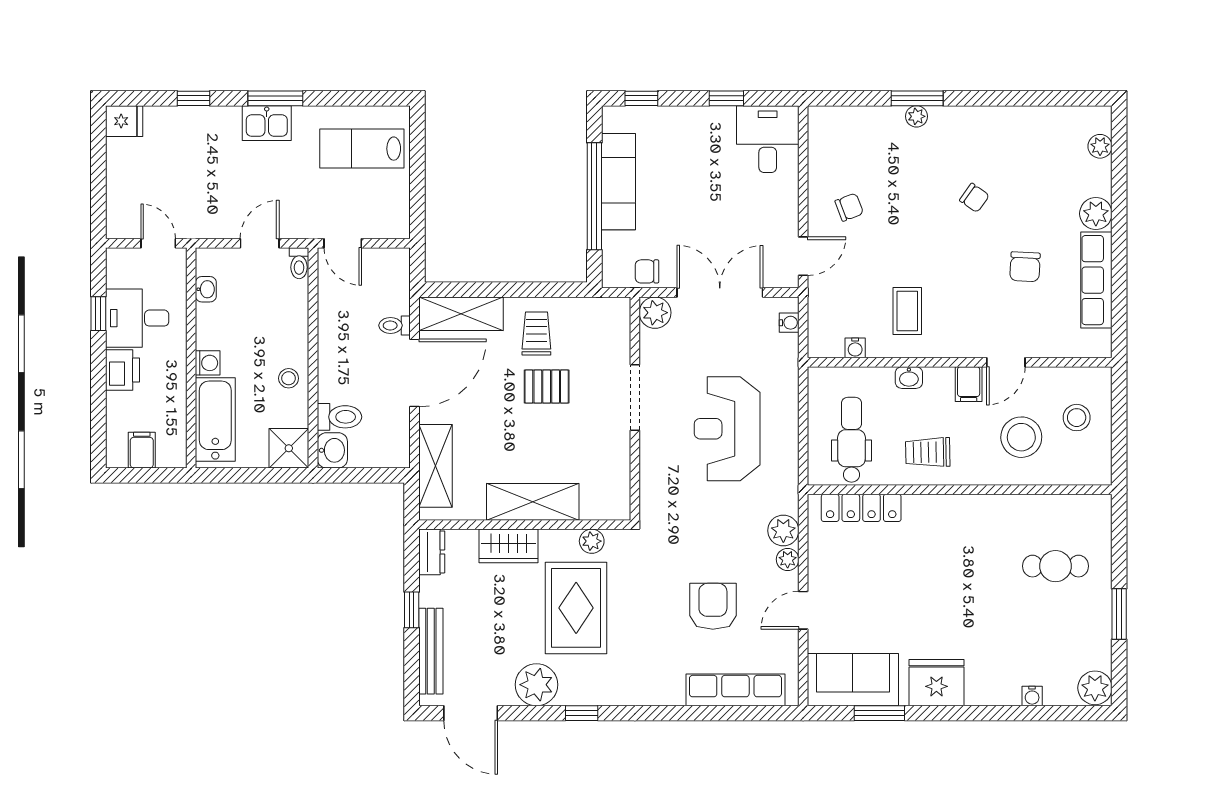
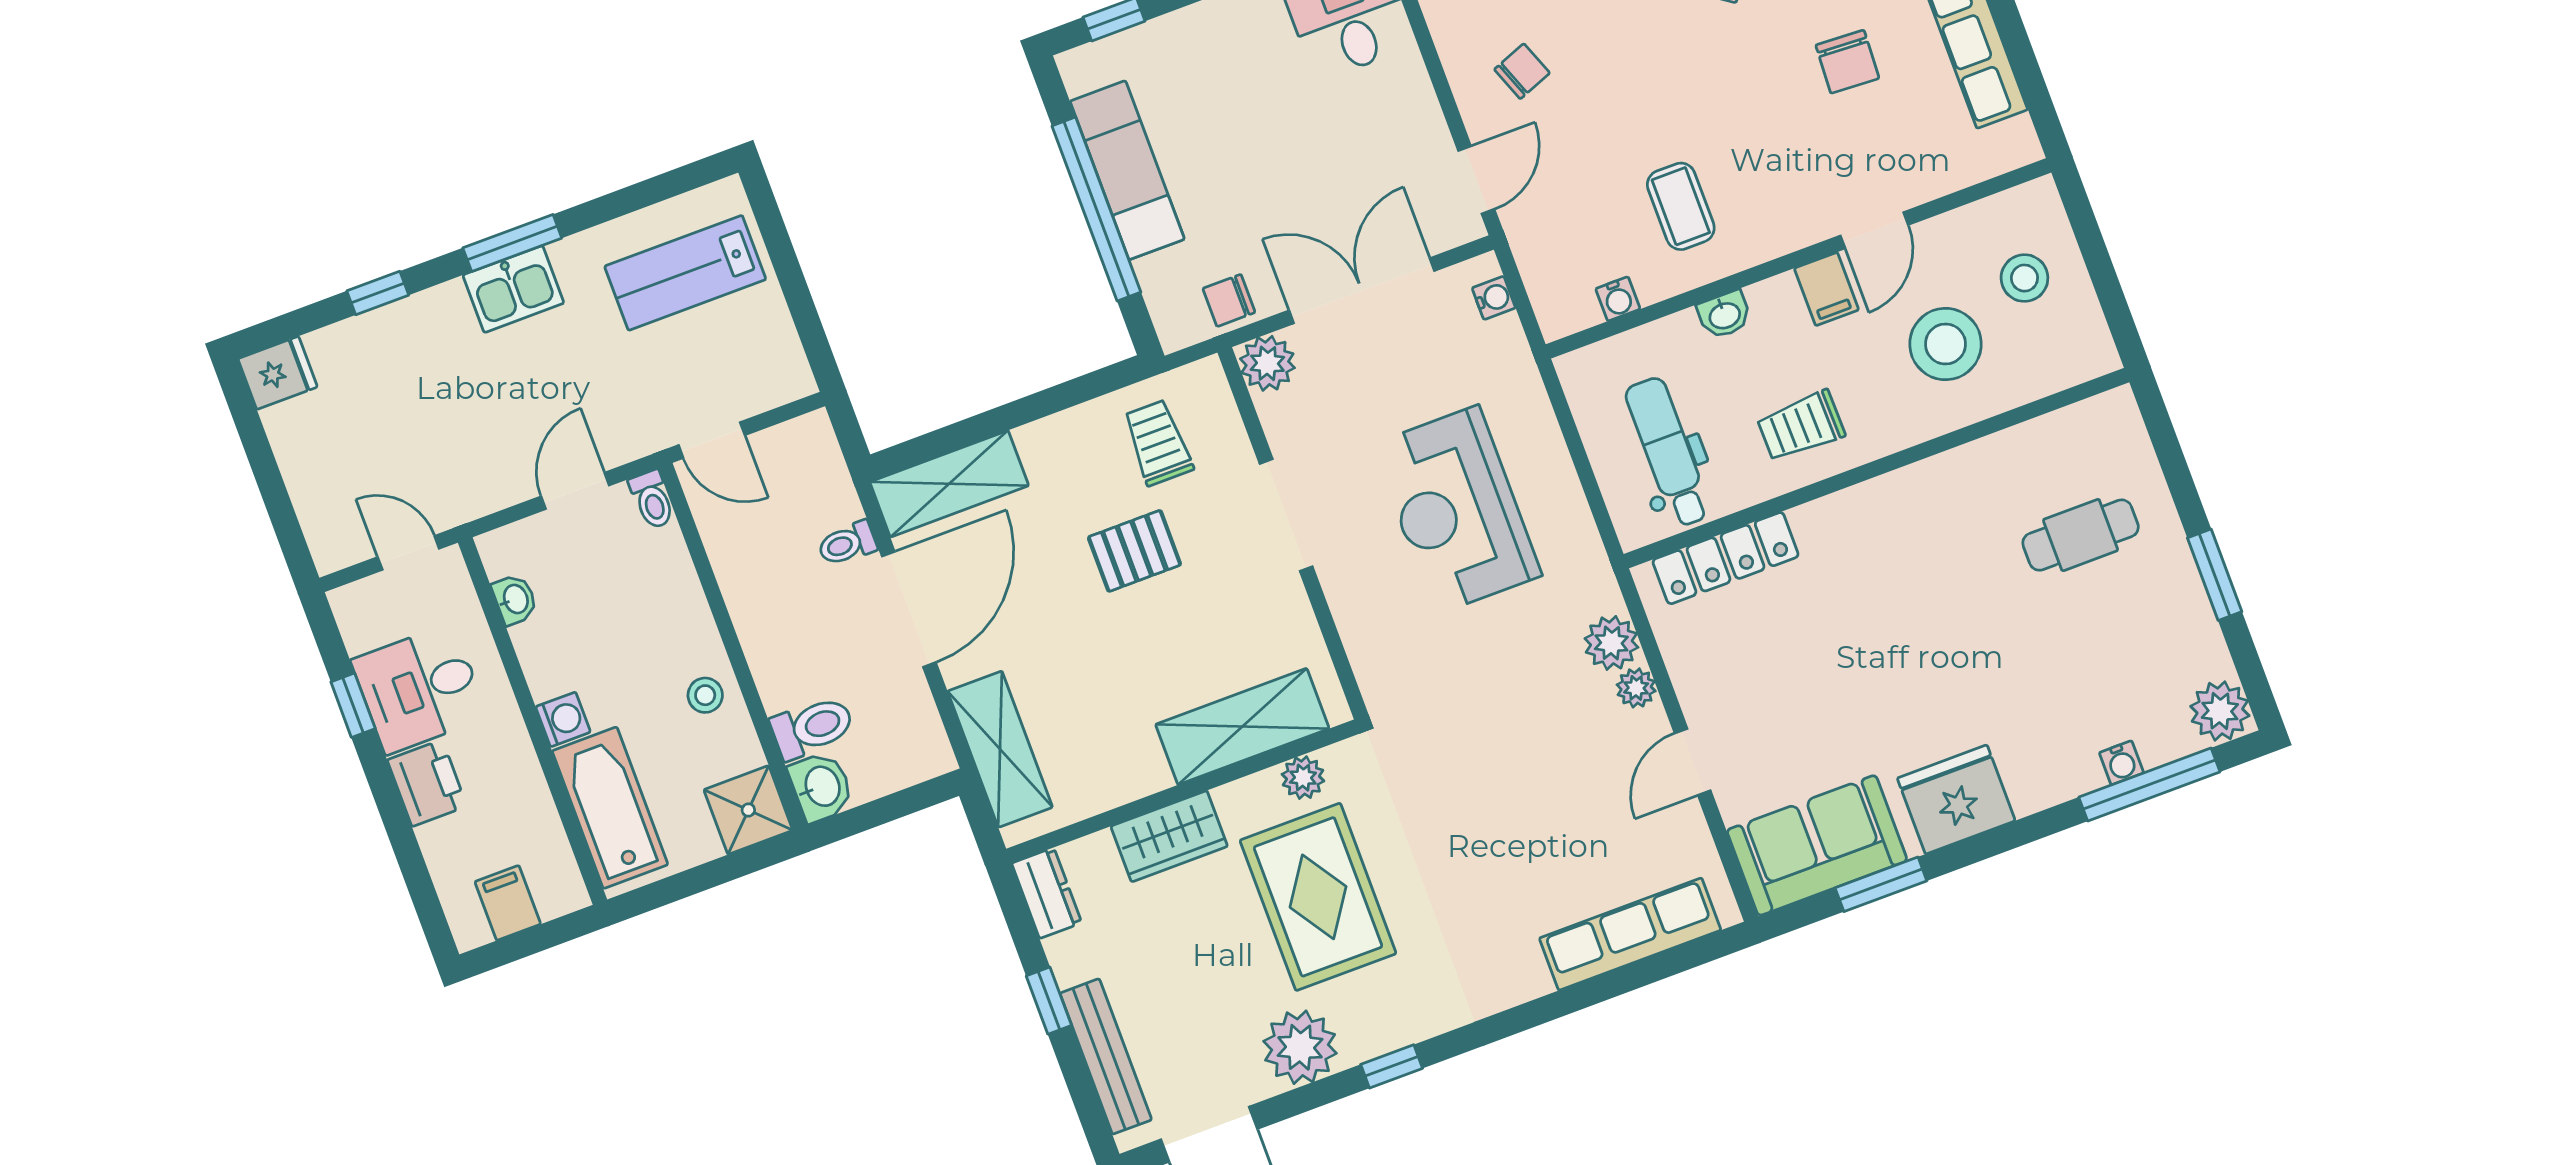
trolley: (536, 333) -> (1158, 443), moved
shelving: (533, 502) -> (1242, 727), moved
armchair: (713, 606) -> (1542, 811), removed
window: (1043, 713) -> (2149, 785), added

